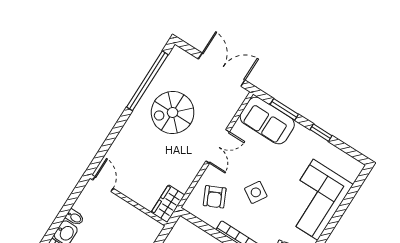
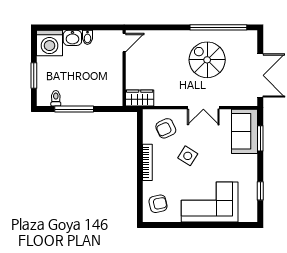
window: (321, 133) -> (260, 191), moved

